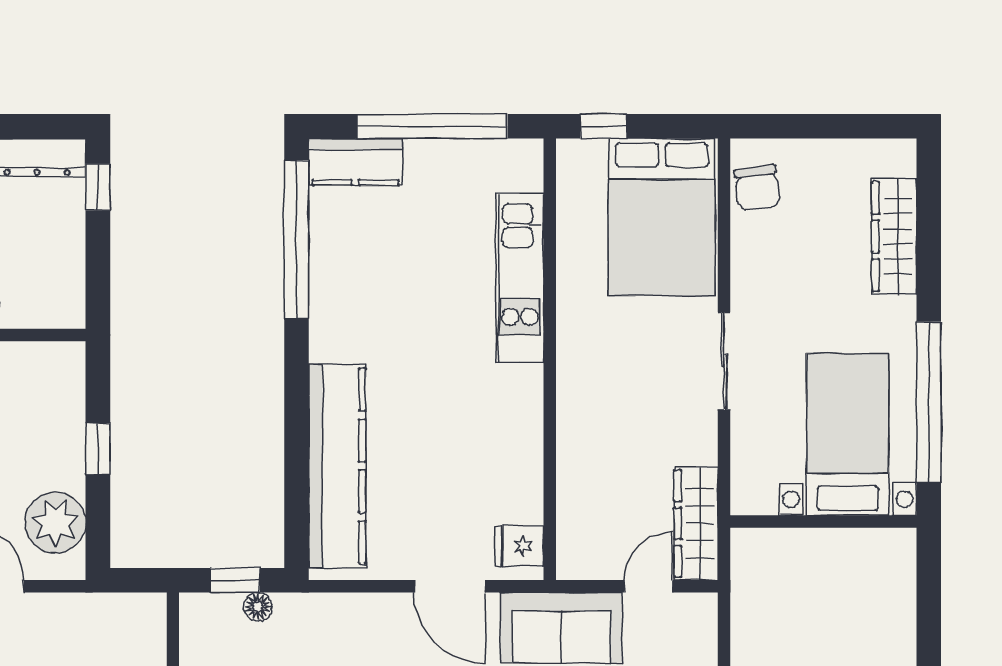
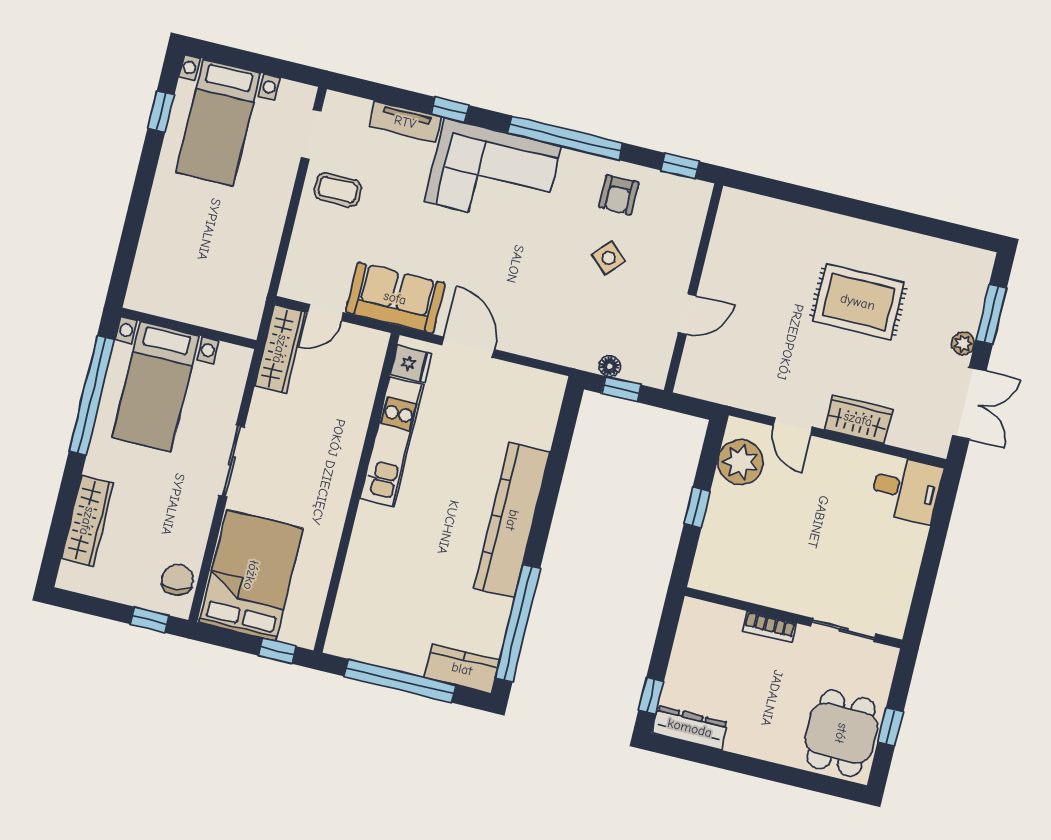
window: (781, 126) -> (150, 620), added
kitchen unit: (520, 278) -> (392, 442), moved
kitchen counter: (337, 466) -> (512, 520), moved

